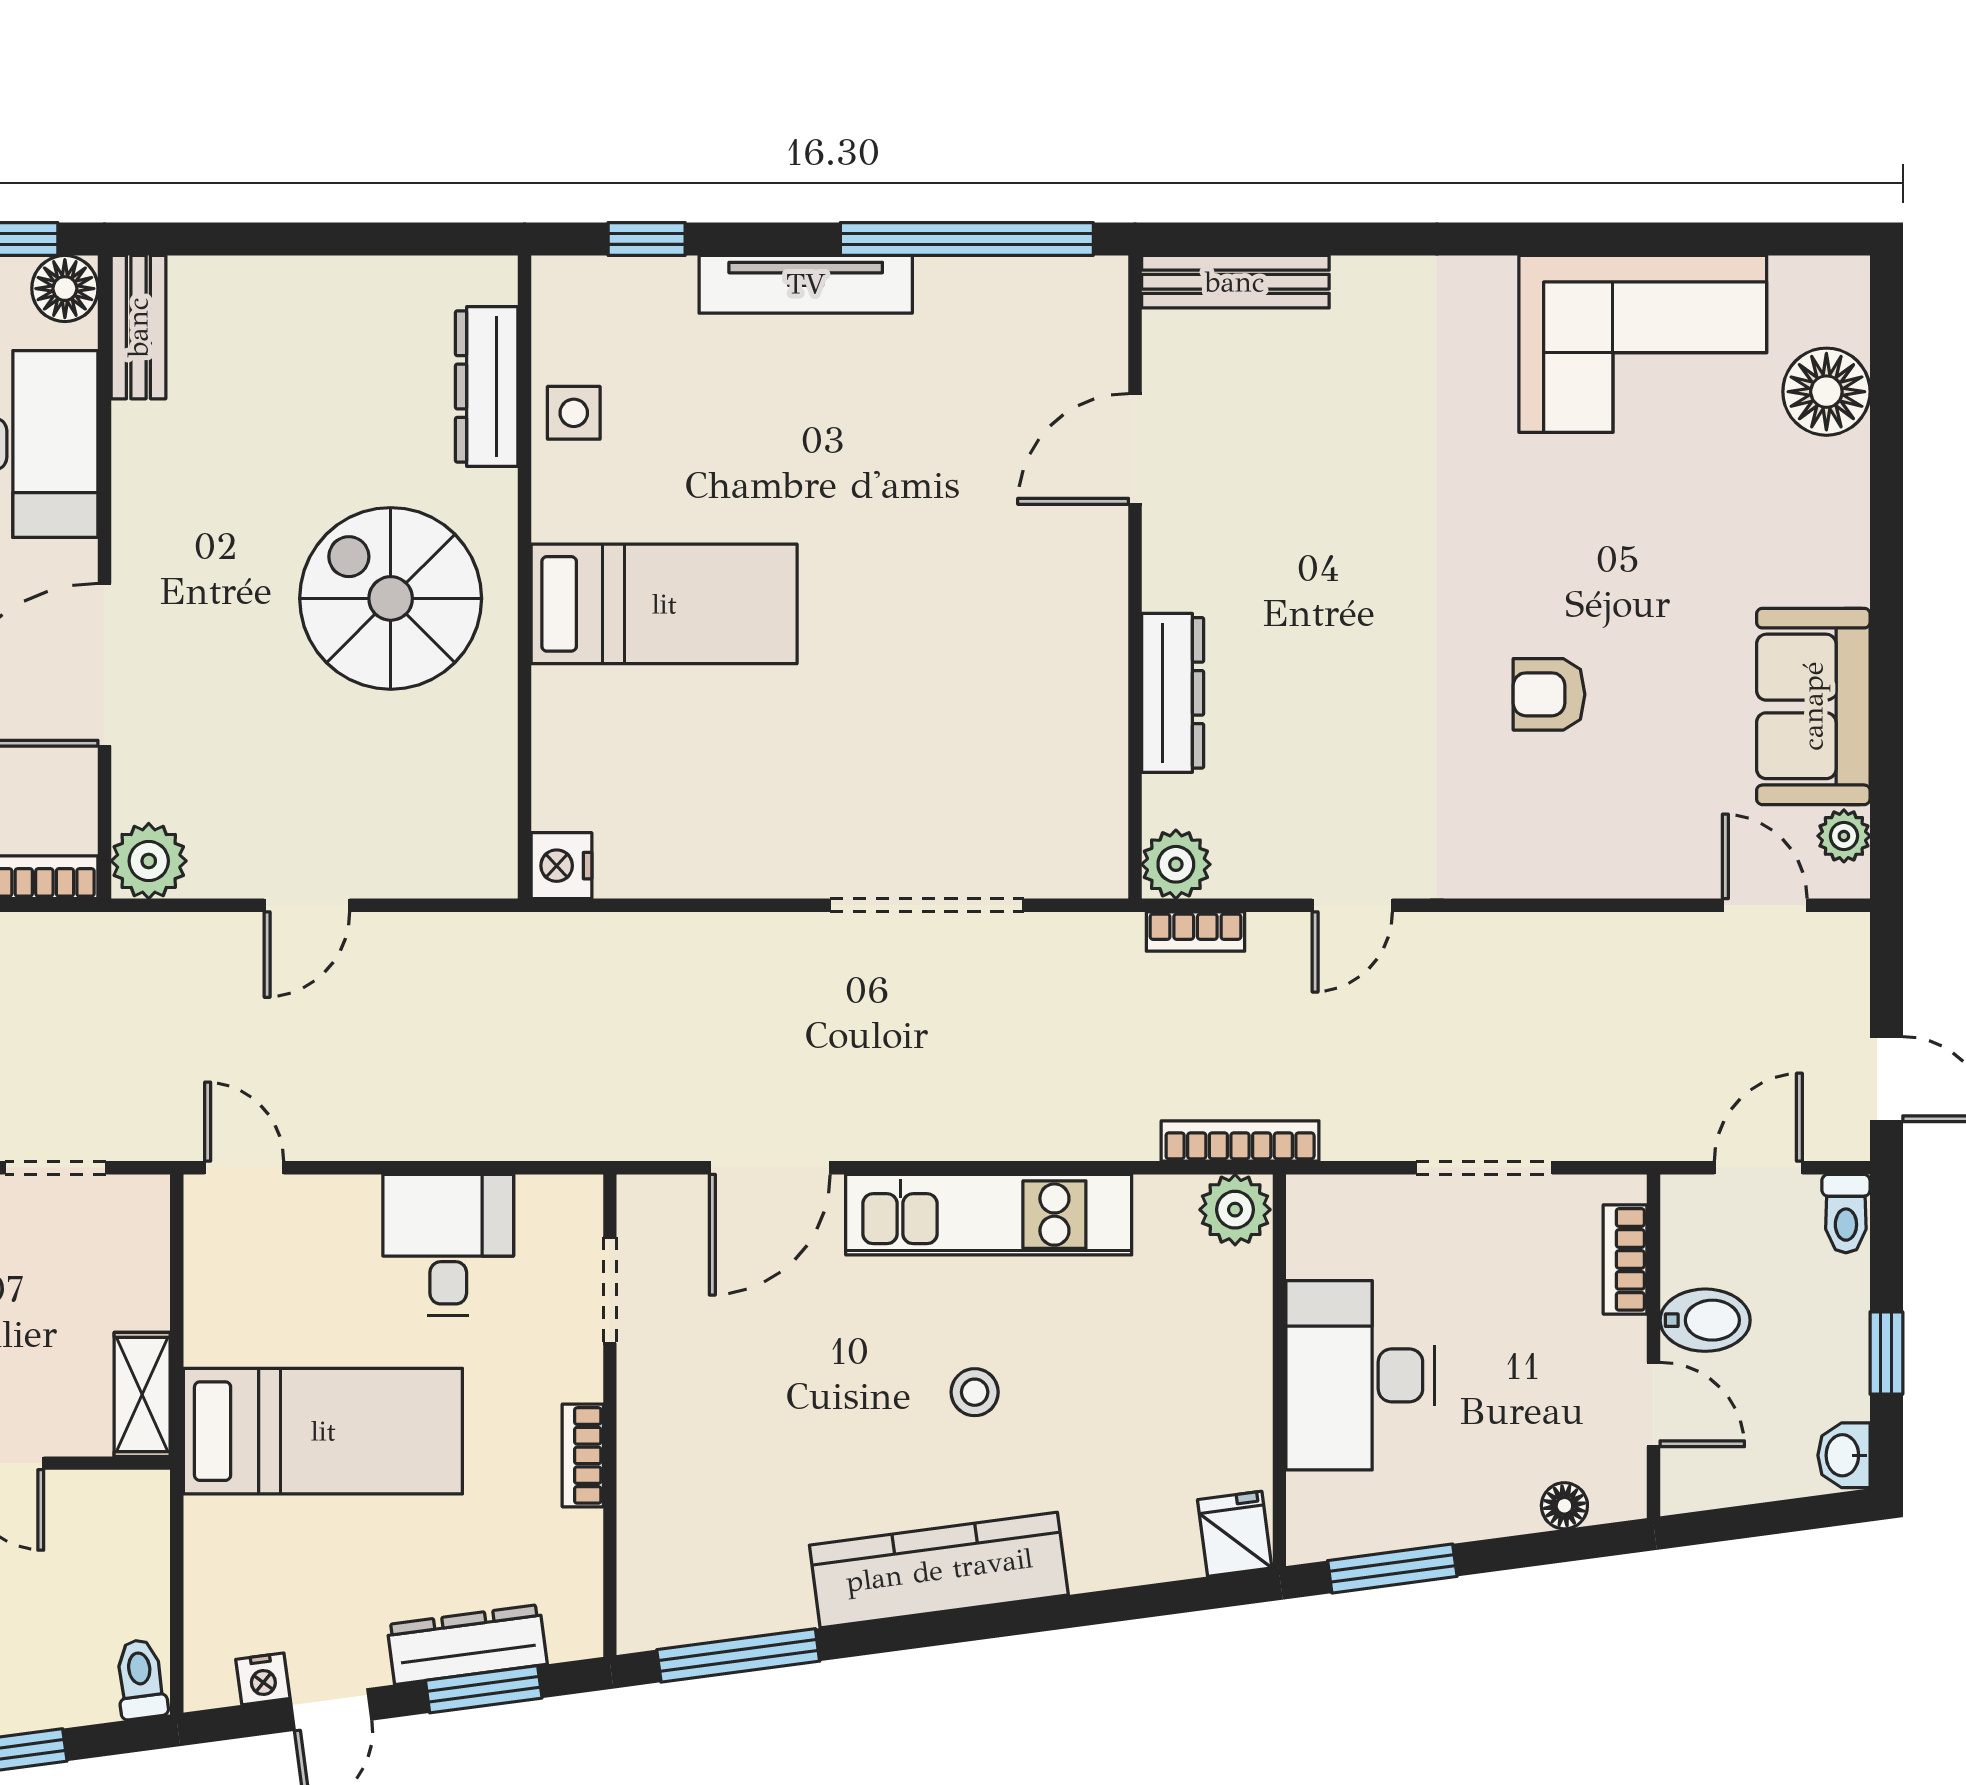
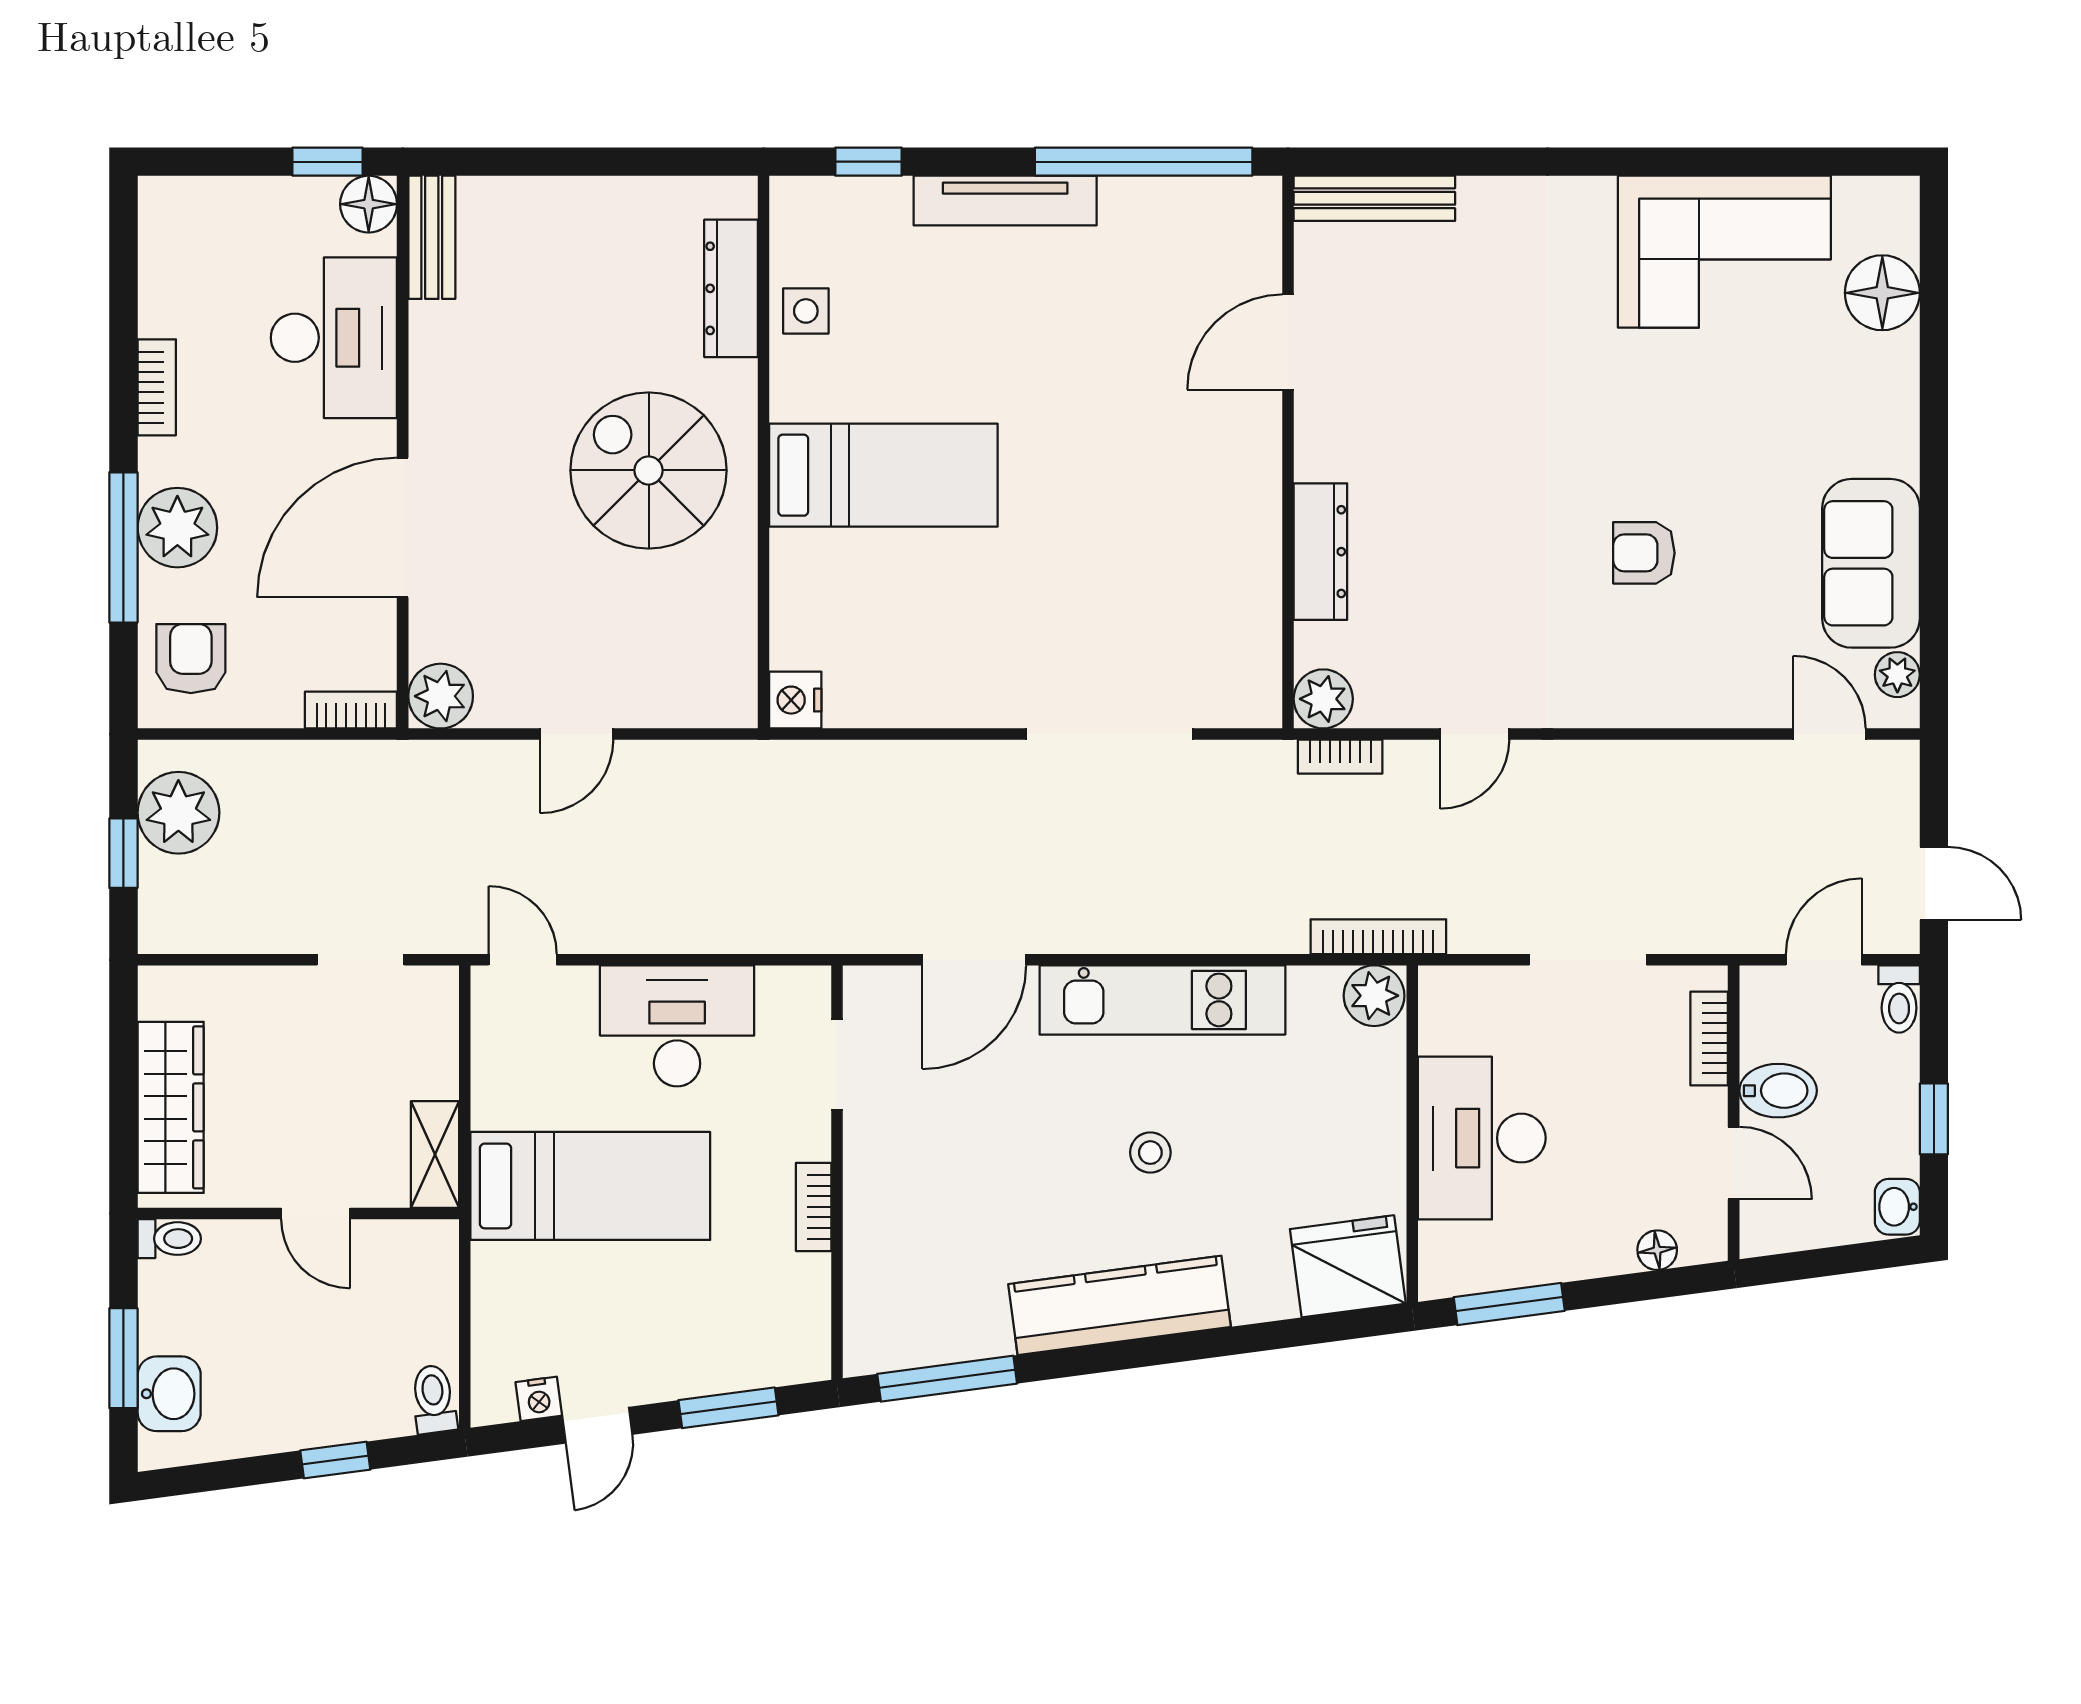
desk: (448, 1245) -> (677, 1026), width x1.37
fridge: (1235, 1534) -> (1348, 1266), width x1.88, depth x1.34
dresser: (467, 1644) -> (714, 1369), removed

